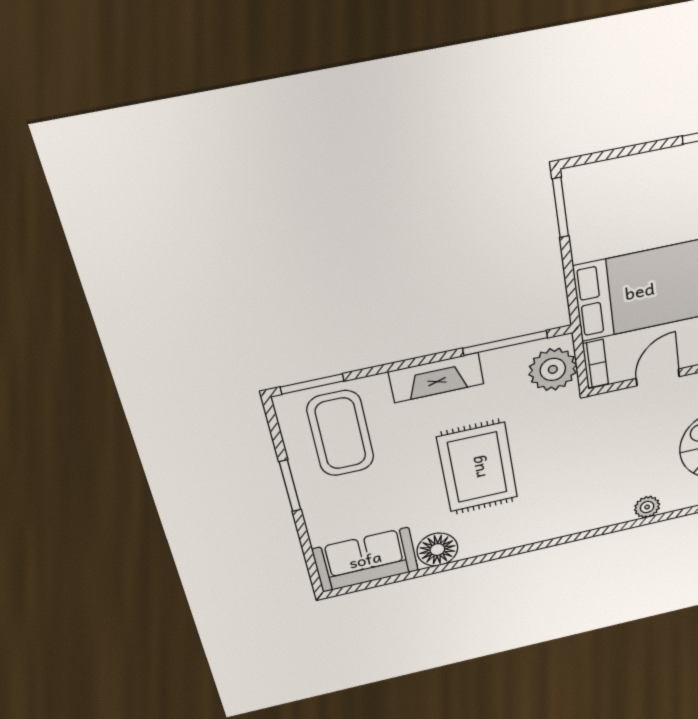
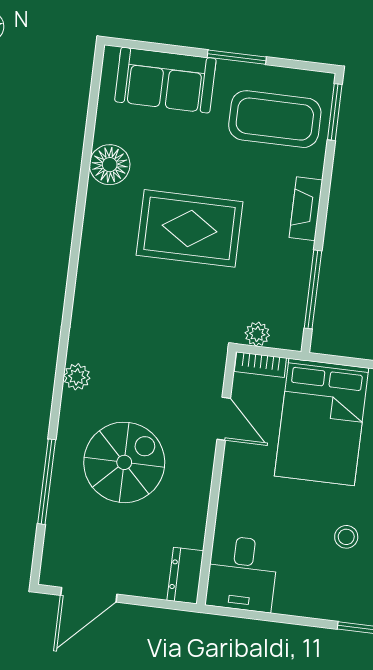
plant: (553, 369) -> (257, 334), width x0.53, depth x0.53
fireplace: (436, 378) -> (306, 209), width x0.73, depth x0.76
sofa: (365, 560) -> (165, 80), moved, turned 90

